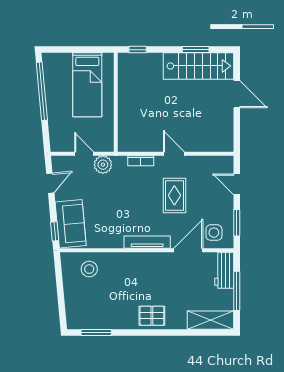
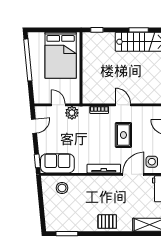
bed: (87, 85) -> (61, 55), width x1.50
sofa: (71, 224) -> (57, 163), moved, turned -85

